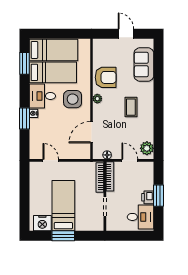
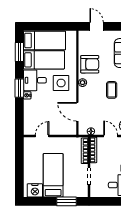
door: (126, 34) -> (97, 26), moved
window: (25, 119) -> (19, 88), moved
door: (91, 132) -> (77, 112), hinge flipped
door: (51, 160) -> (42, 136), hinge flipped
window: (63, 236) -> (67, 201), moved

